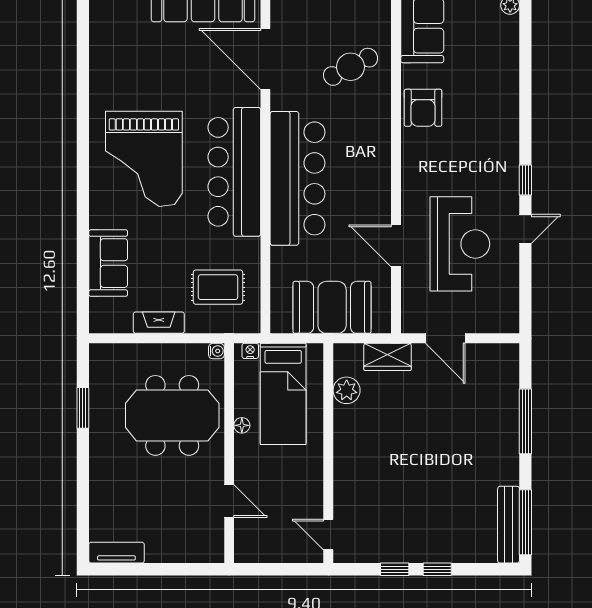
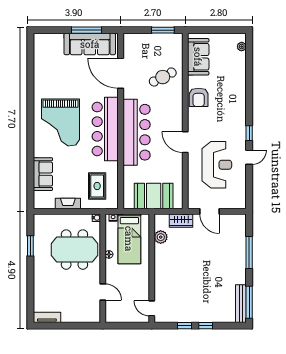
door: (396, 246) -> (185, 142), moved
rug: (218, 287) -> (97, 186), turned 90

